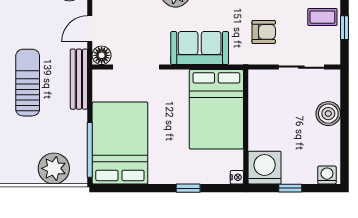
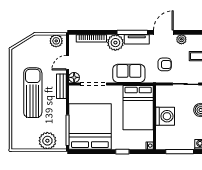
bench: (79, 79) -> (61, 86), width x0.73
sun lounger: (28, 83) -> (33, 93), width x1.36, depth x1.34
bed: (120, 143) -> (90, 126), width x1.36
washing machine: (265, 168) -> (165, 116), moved, turned 90
window: (290, 188) -> (180, 152), width x2.17

